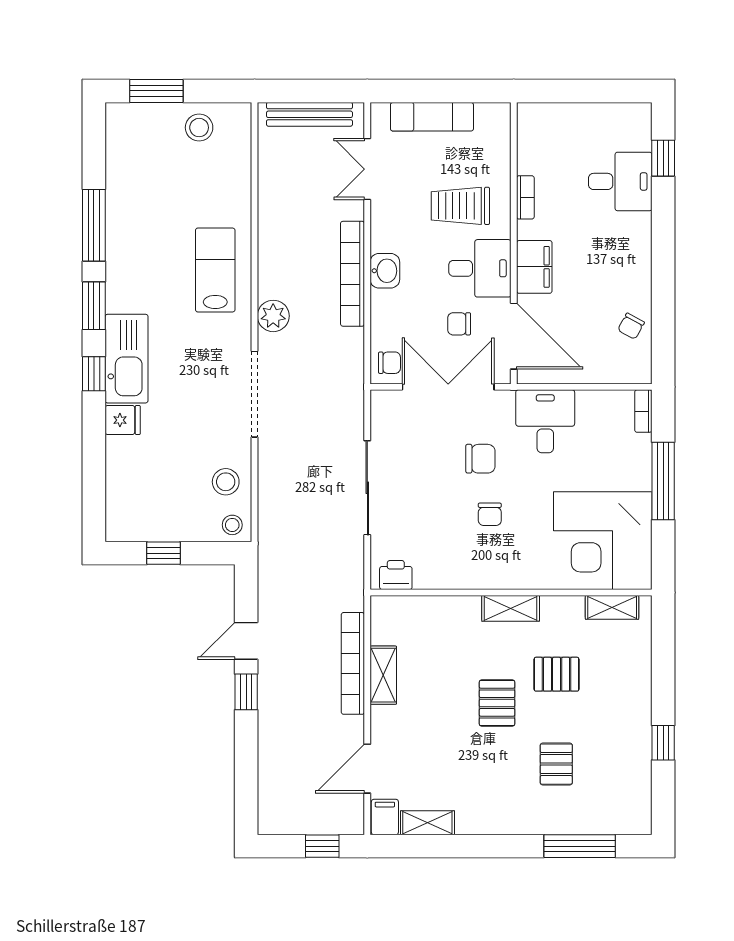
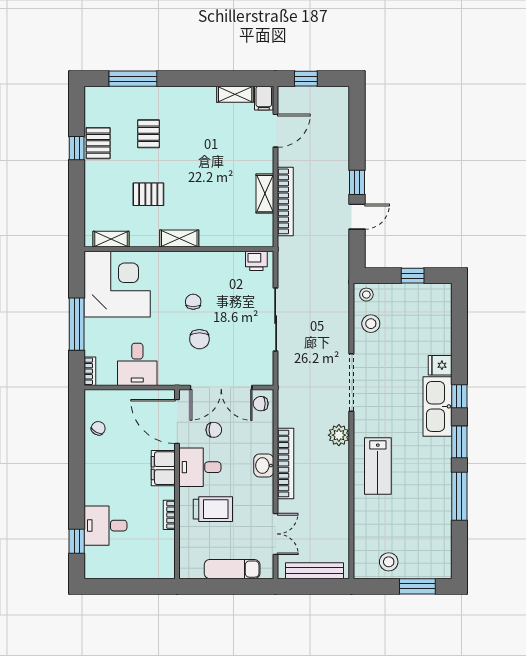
desk: (545, 421) -> (137, 364), moved
chair: (480, 459) -> (199, 339), turned -90
pallet: (497, 703) -> (98, 143), moved

